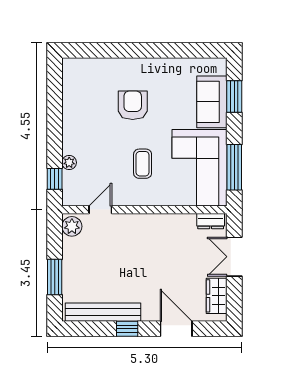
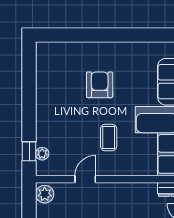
plant: (69, 163) -> (42, 154), moved
door: (100, 210) -> (85, 179), moved

